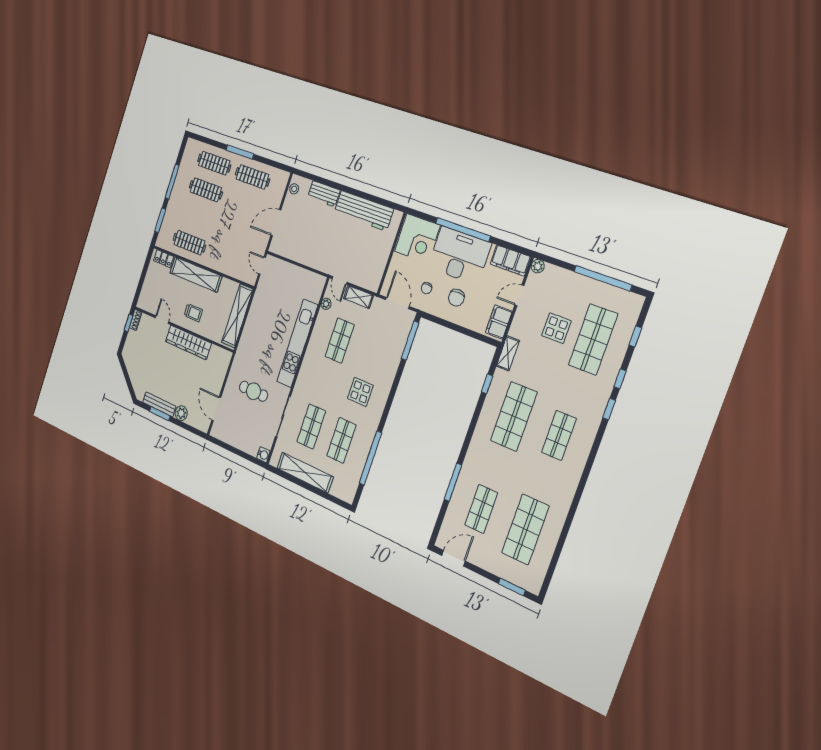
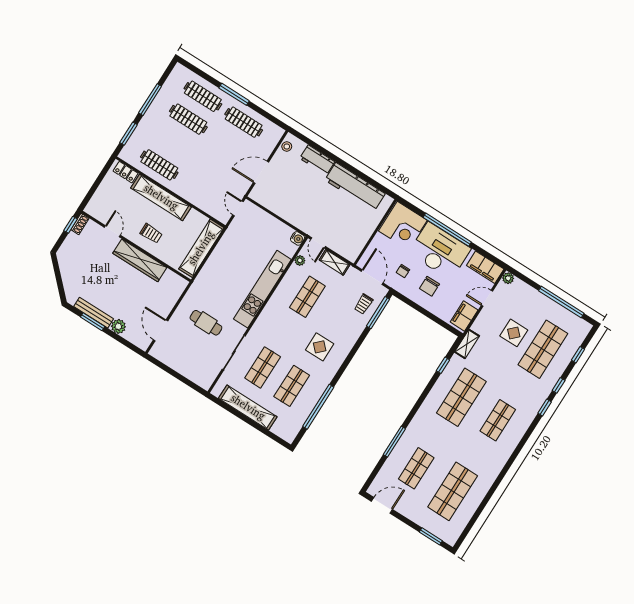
trolley: (394, 335) -> (364, 304), added
water cooler: (263, 455) -> (297, 238), moved

